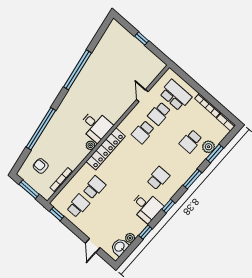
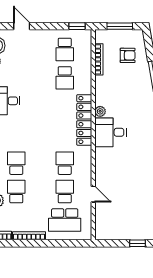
school desk: (158, 178) -> (16, 163), moved, turned 180

